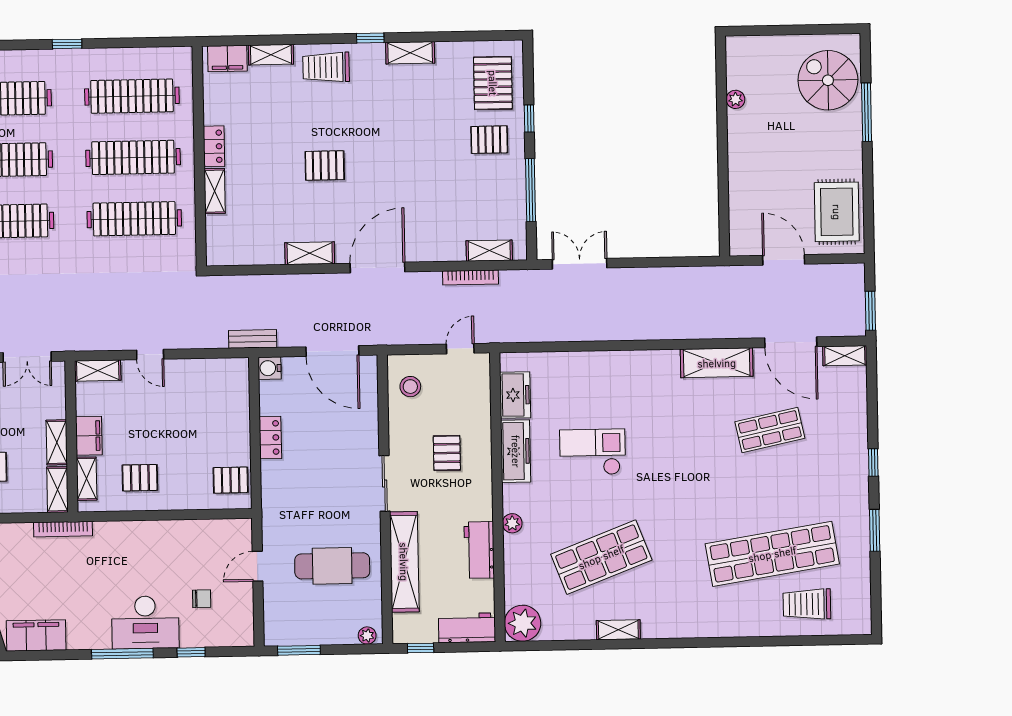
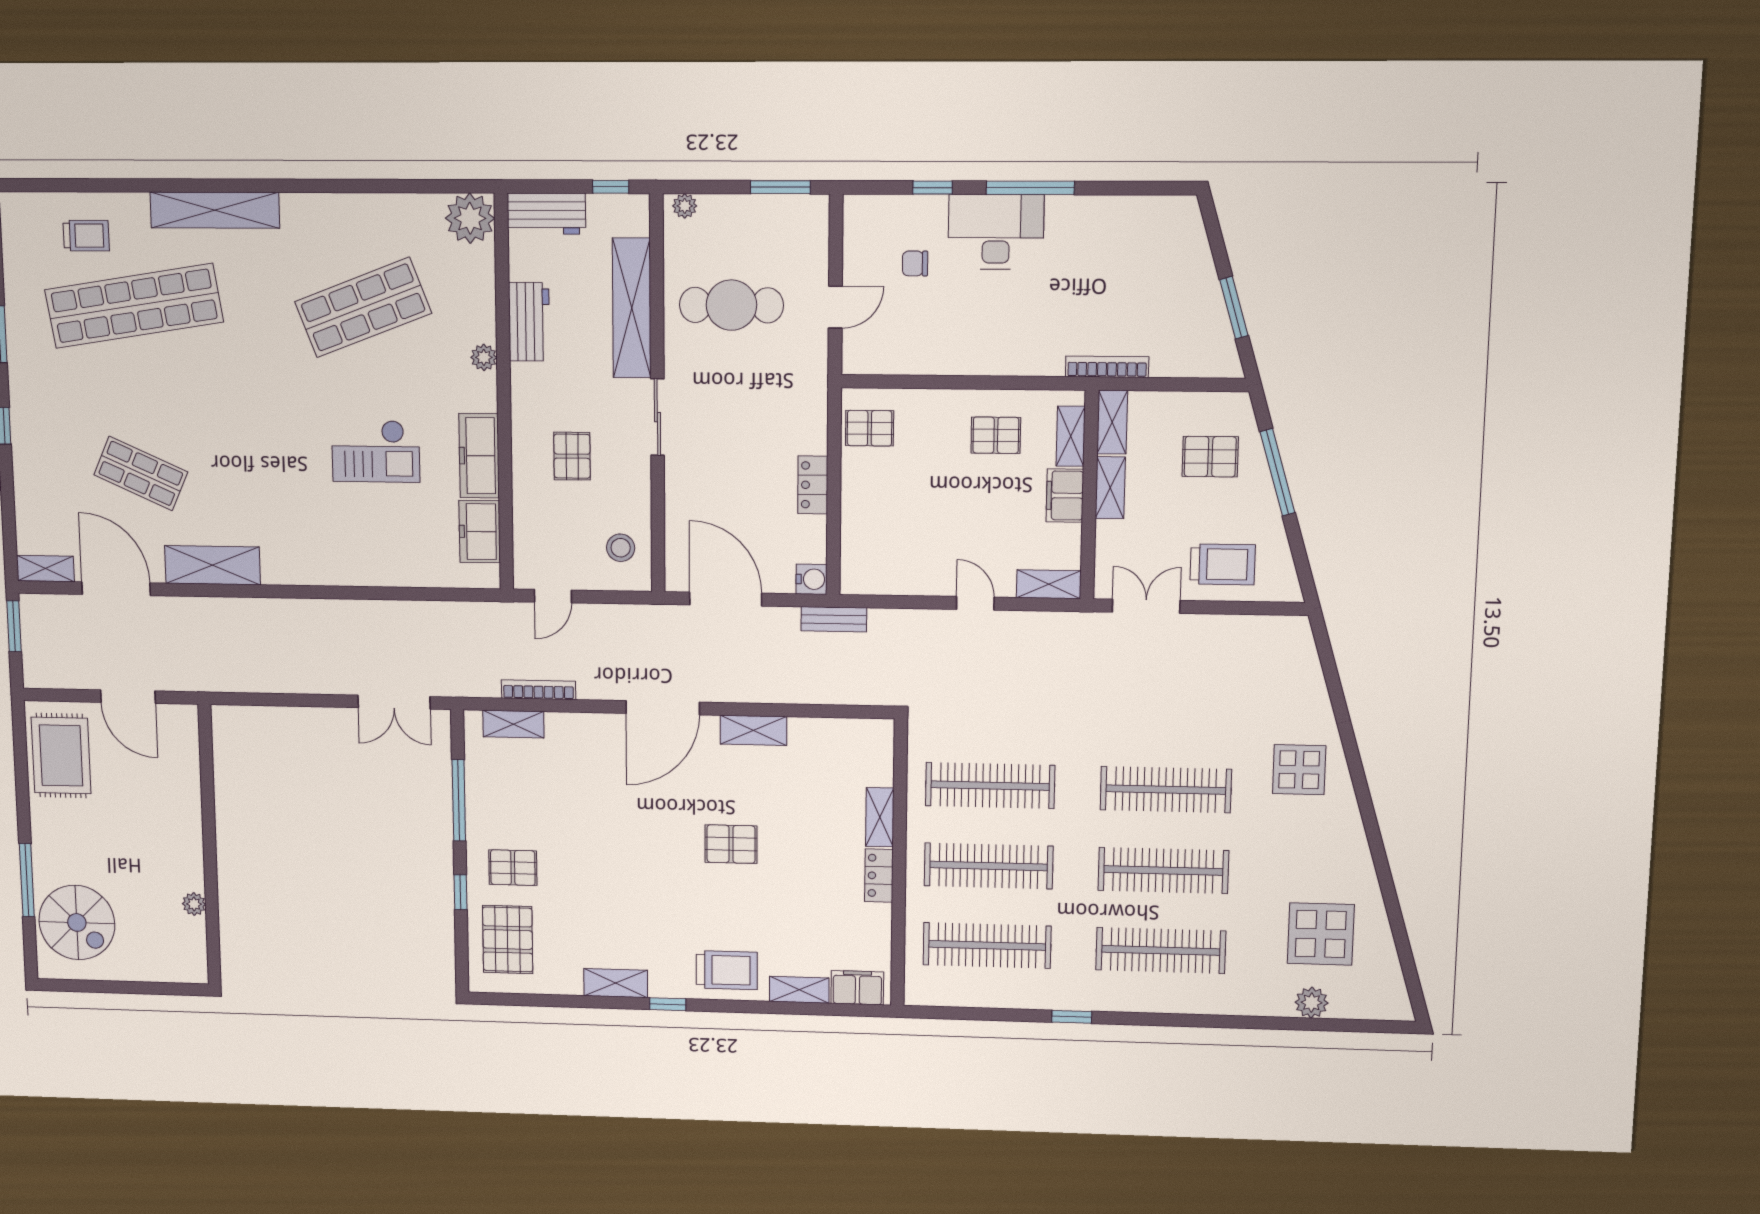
shop shelf: (770, 430) -> (141, 473), turned 36
trolley: (807, 604) -> (86, 236), width x0.73, depth x0.72
shelving: (618, 630) -> (215, 210), moved, width x2.20, depth x1.33
filing cabinet: (36, 635) -> (1152, 217), removed

